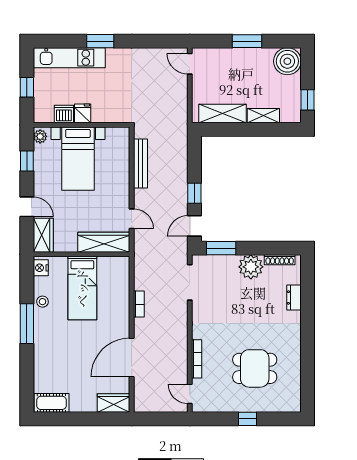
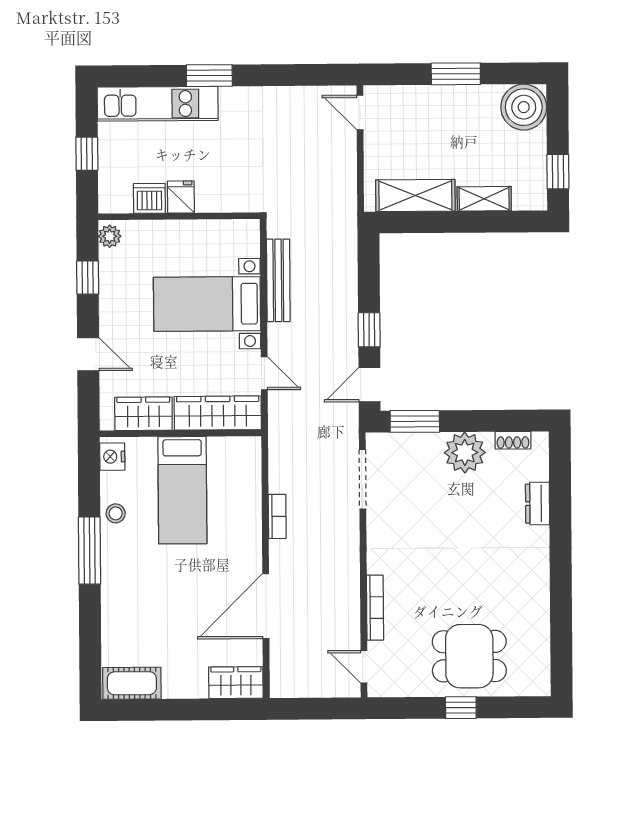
bed with nightstands: (78, 159) -> (207, 304), moved, turned 90
wardrobe: (43, 235) -> (143, 414), moved, turned -90
shoe rack: (280, 260) -> (513, 440), width x0.70
dining table: (255, 368) -> (469, 656), moved

